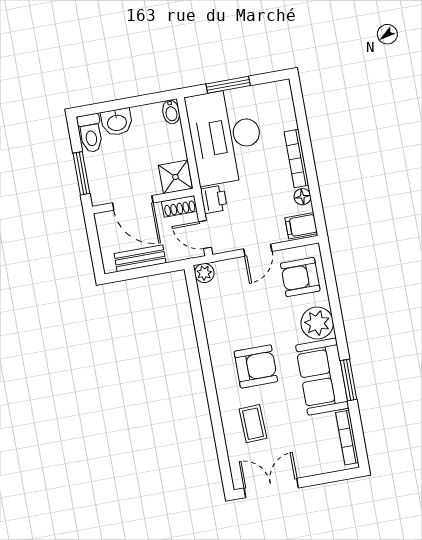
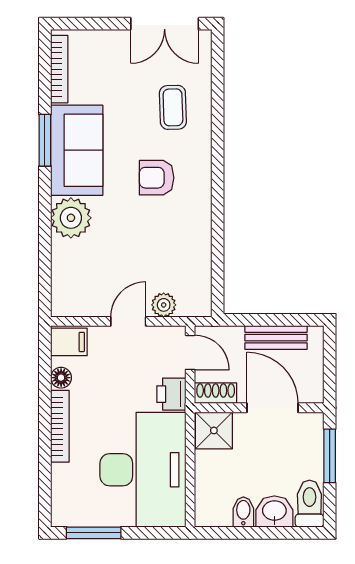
window: (228, 85) -> (94, 533), moved
bidet: (171, 112) -> (243, 512), moved
plant: (204, 273) -> (164, 305), moved
armchair: (300, 277) -> (82, 279), removed
armchair: (256, 366) -> (157, 178), width x0.72, depth x0.72

